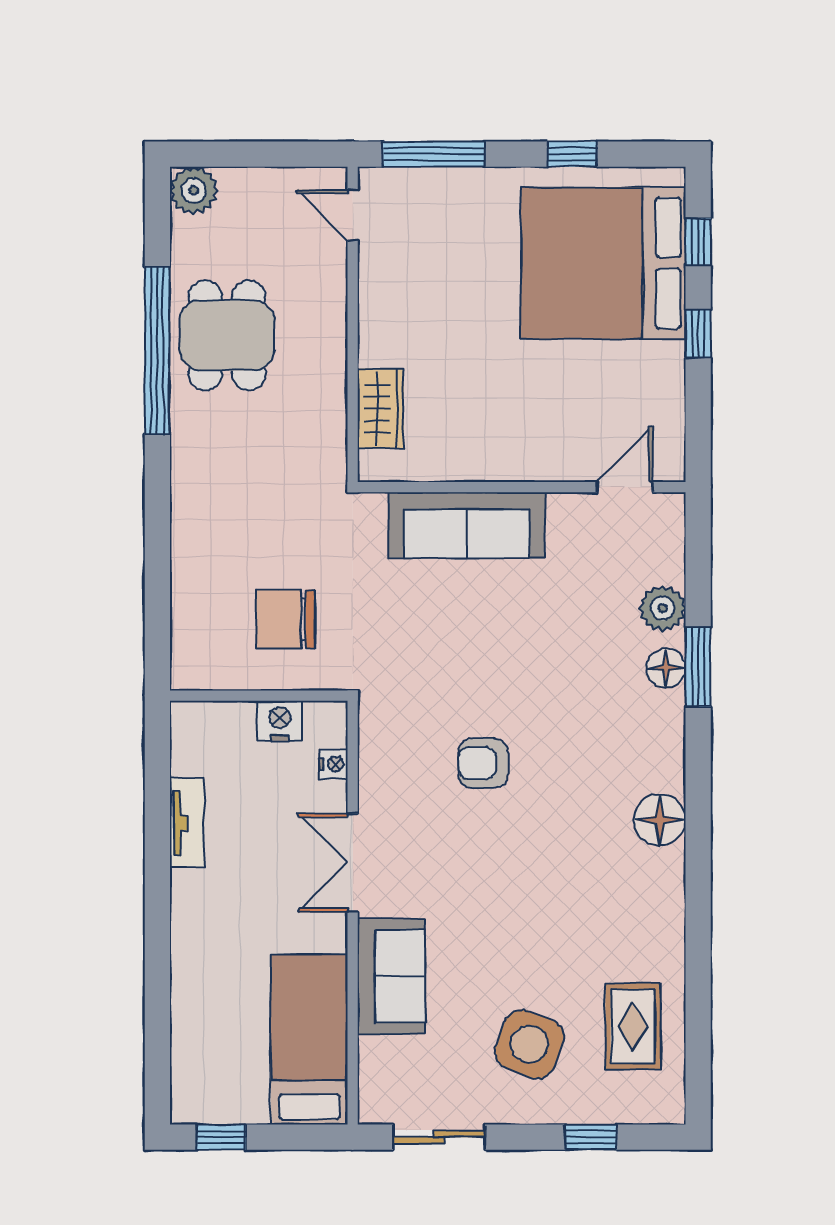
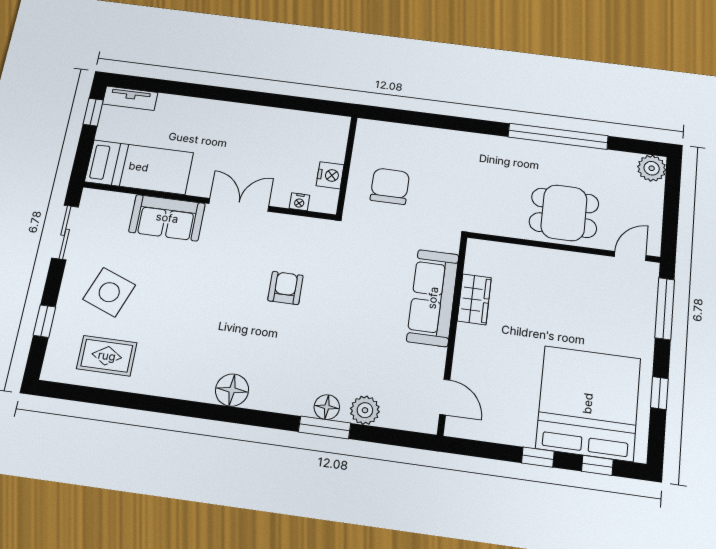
dining table: (227, 335) -> (564, 213), moved
wardrobe: (381, 408) -> (474, 299), moved, turned -90
tv unit: (187, 823) -> (130, 98), moved

